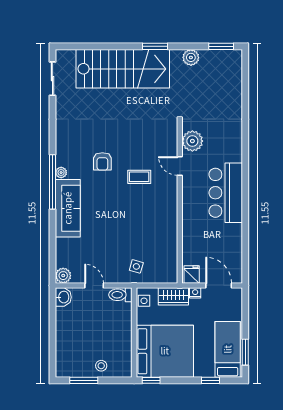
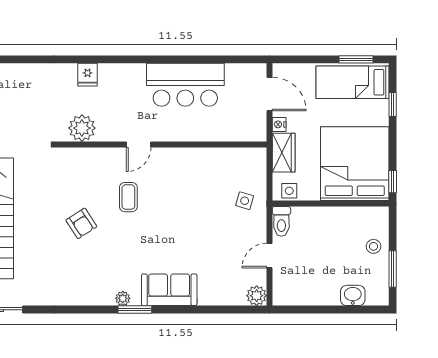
armchair: (102, 161) -> (81, 223), moved, turned 57
door: (180, 166) -> (139, 144), moved
window: (52, 182) -> (135, 310), width x0.47
bar counter: (226, 193) -> (185, 85), moved
sofa: (68, 208) -> (169, 290), width x0.73
fridge: (192, 274) -> (88, 75), moved, turned -90
door: (219, 286) -> (269, 94), swing flipped
washbasin: (63, 297) -> (353, 295), moved

